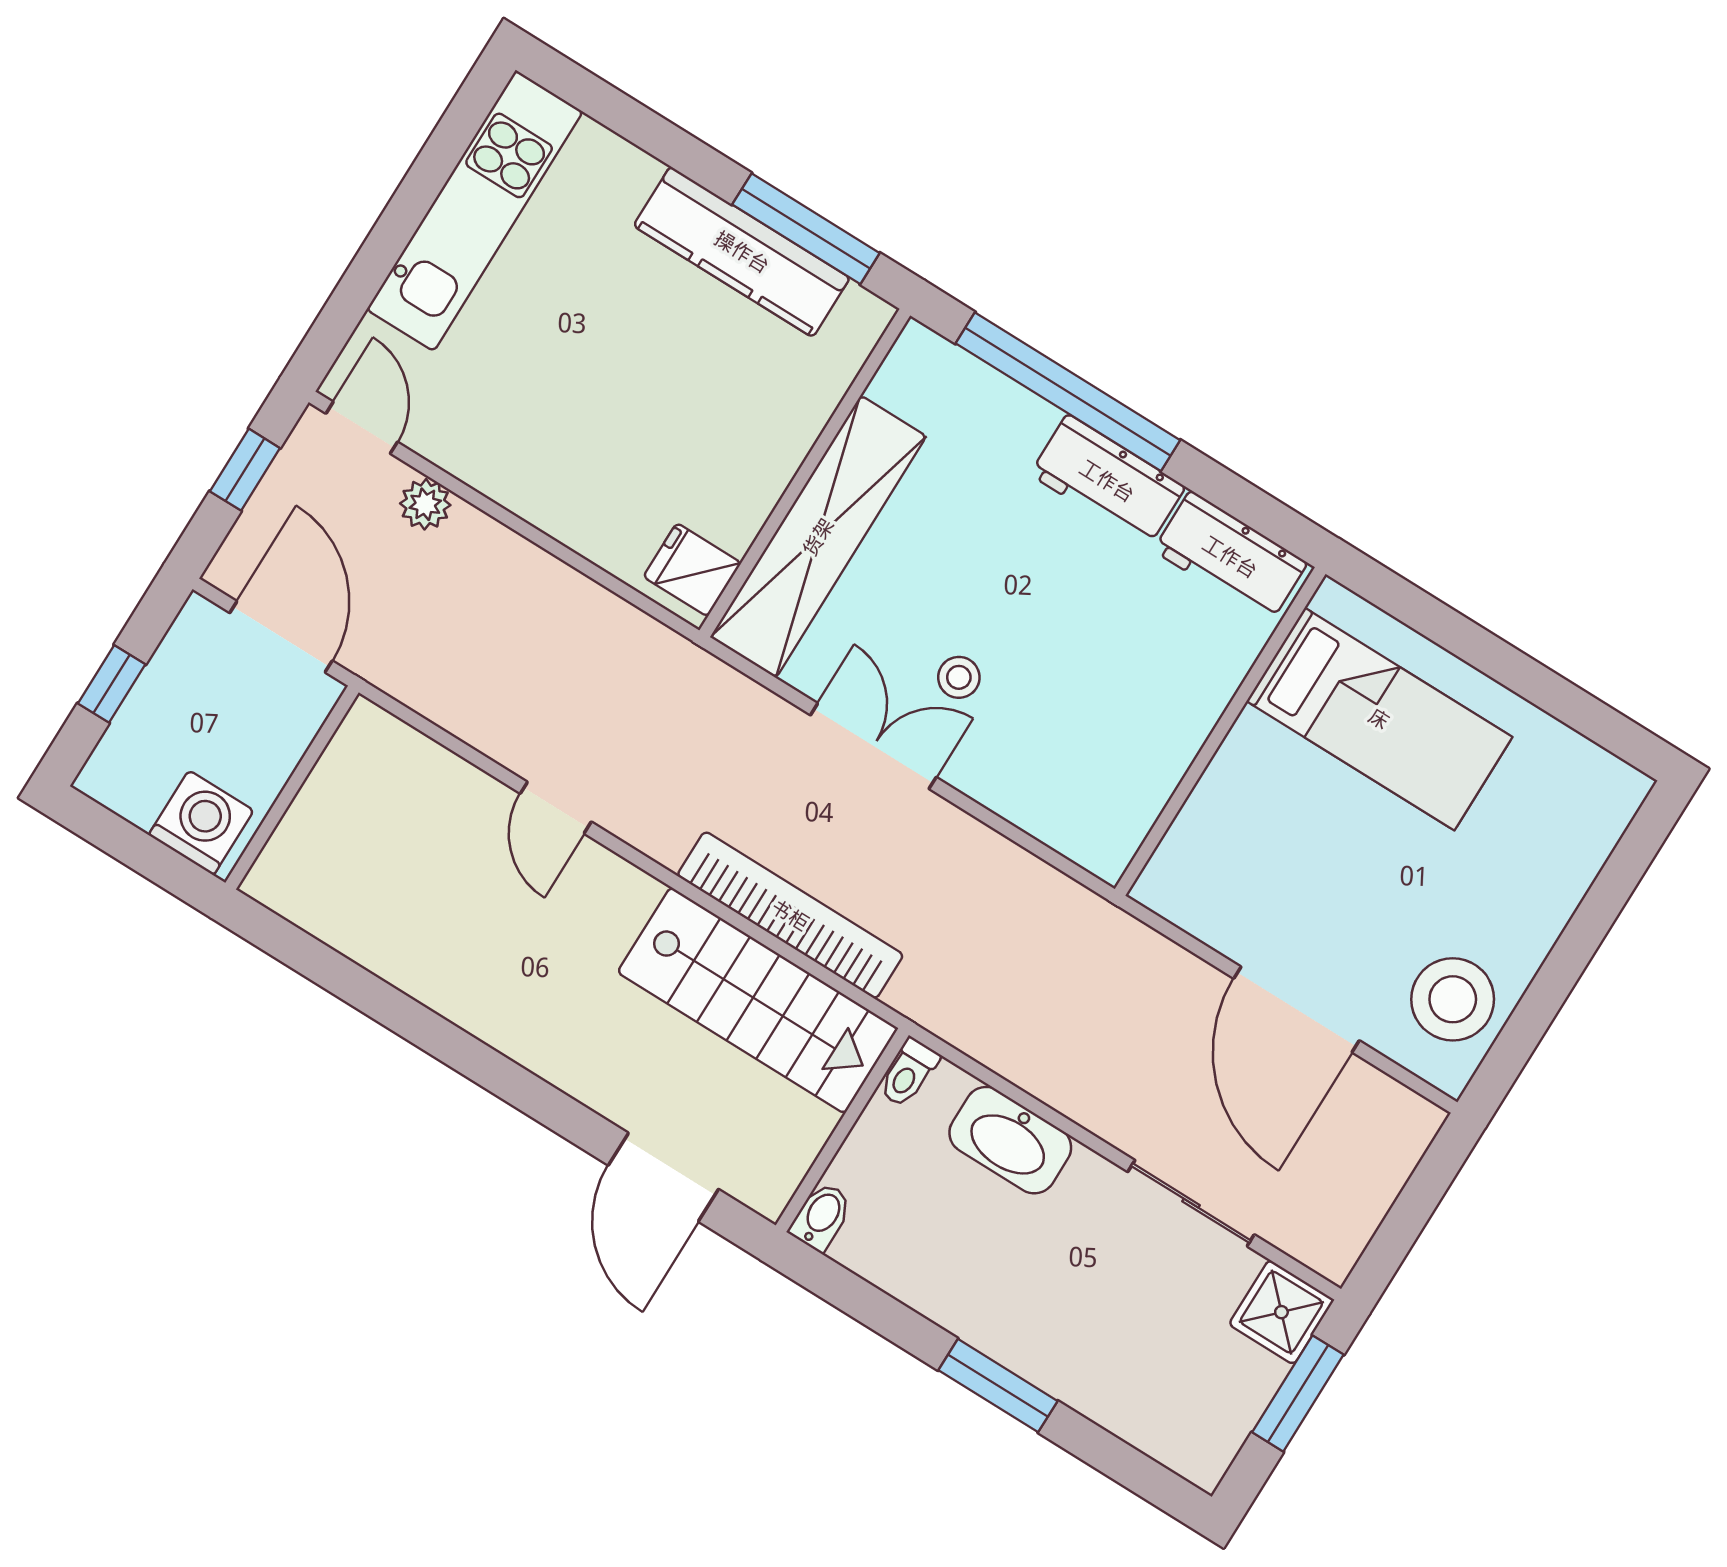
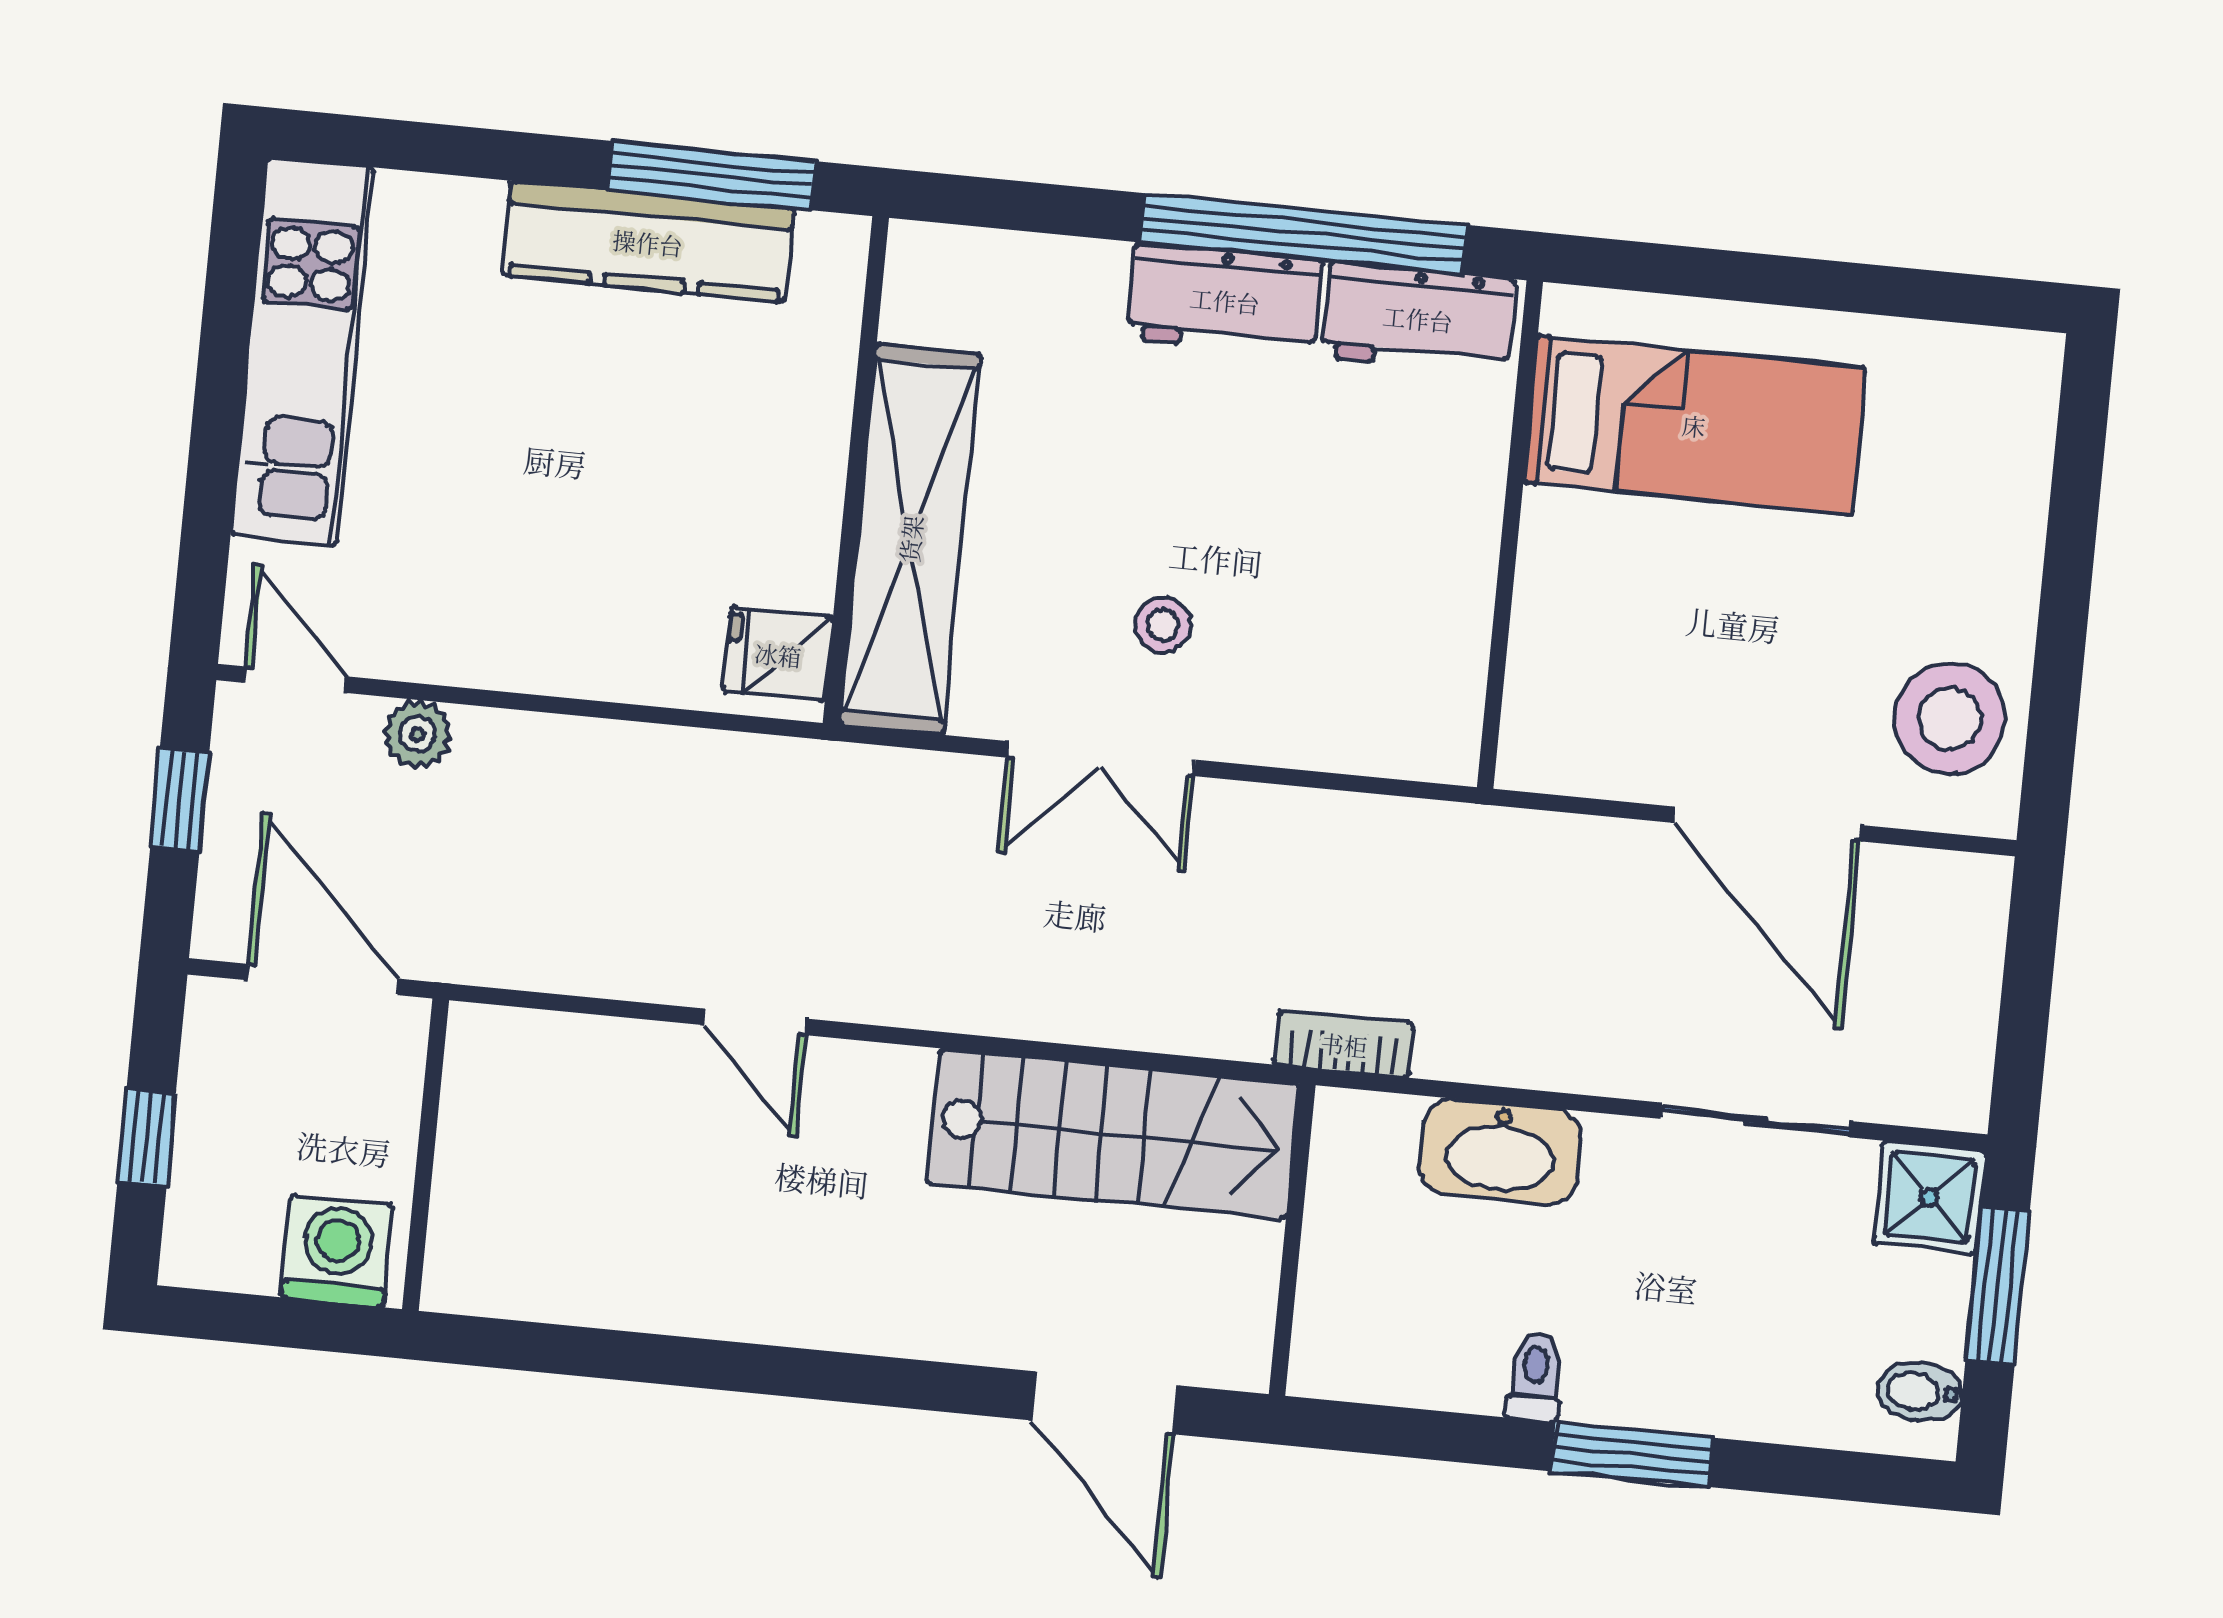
window: (1068, 392) -> (1303, 234), moved
double door: (873, 746) -> (1101, 759), swing flipped
bookcase: (790, 915) -> (1344, 1044), moved, width x0.43, depth x0.76
toilet: (909, 1073) -> (1535, 1376), moved, turned 180
bidet: (821, 1217) -> (1920, 1392), moved, turned -90

